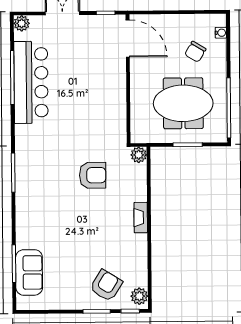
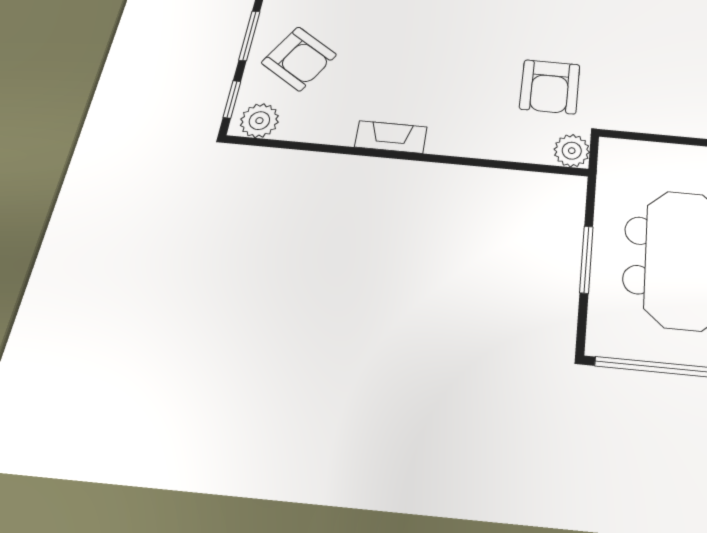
armchair: (93, 175) -> (550, 87), moved
fireplace: (141, 218) -> (391, 137), moved

